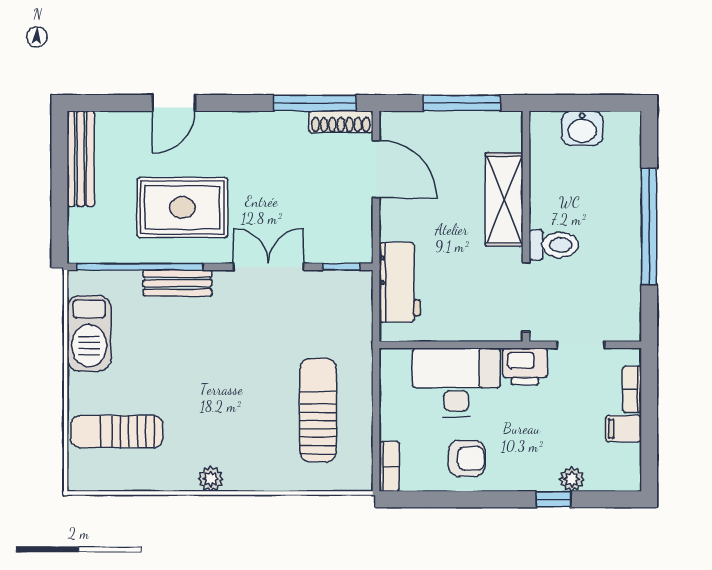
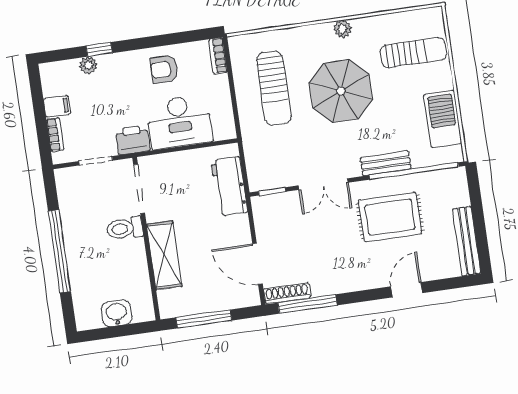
parasol: (225, 393) -> (341, 91), added

